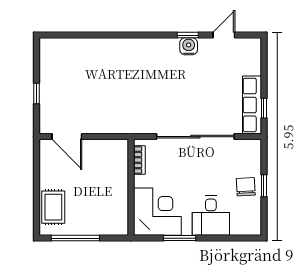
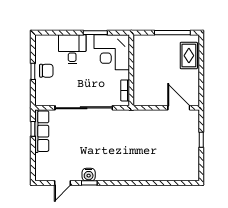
chair: (246, 187) -> (46, 71), turned -87

